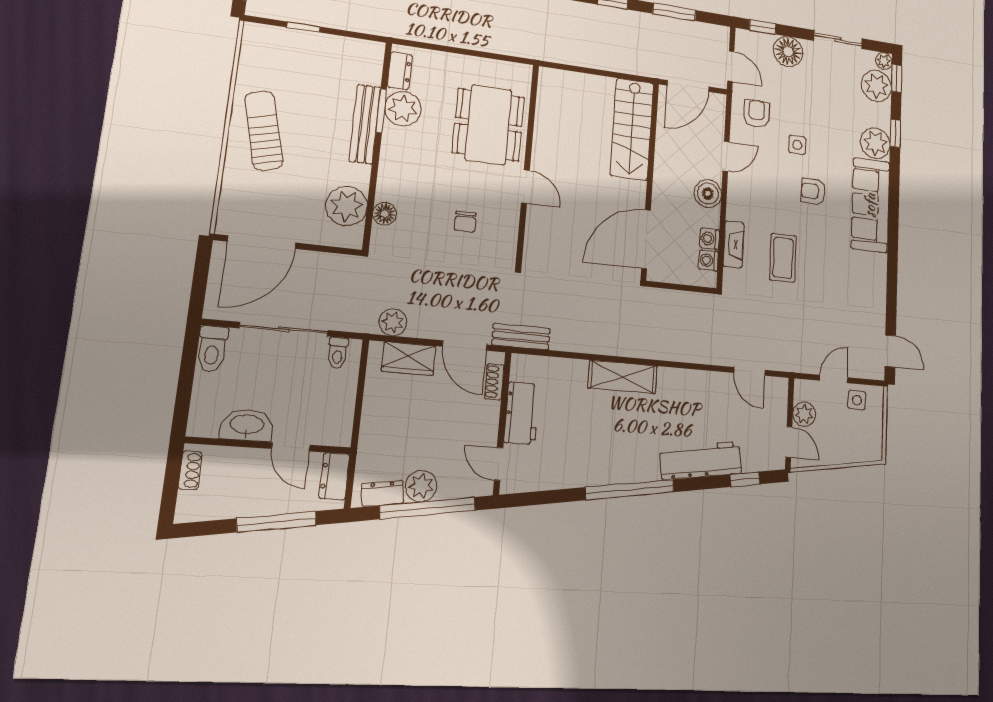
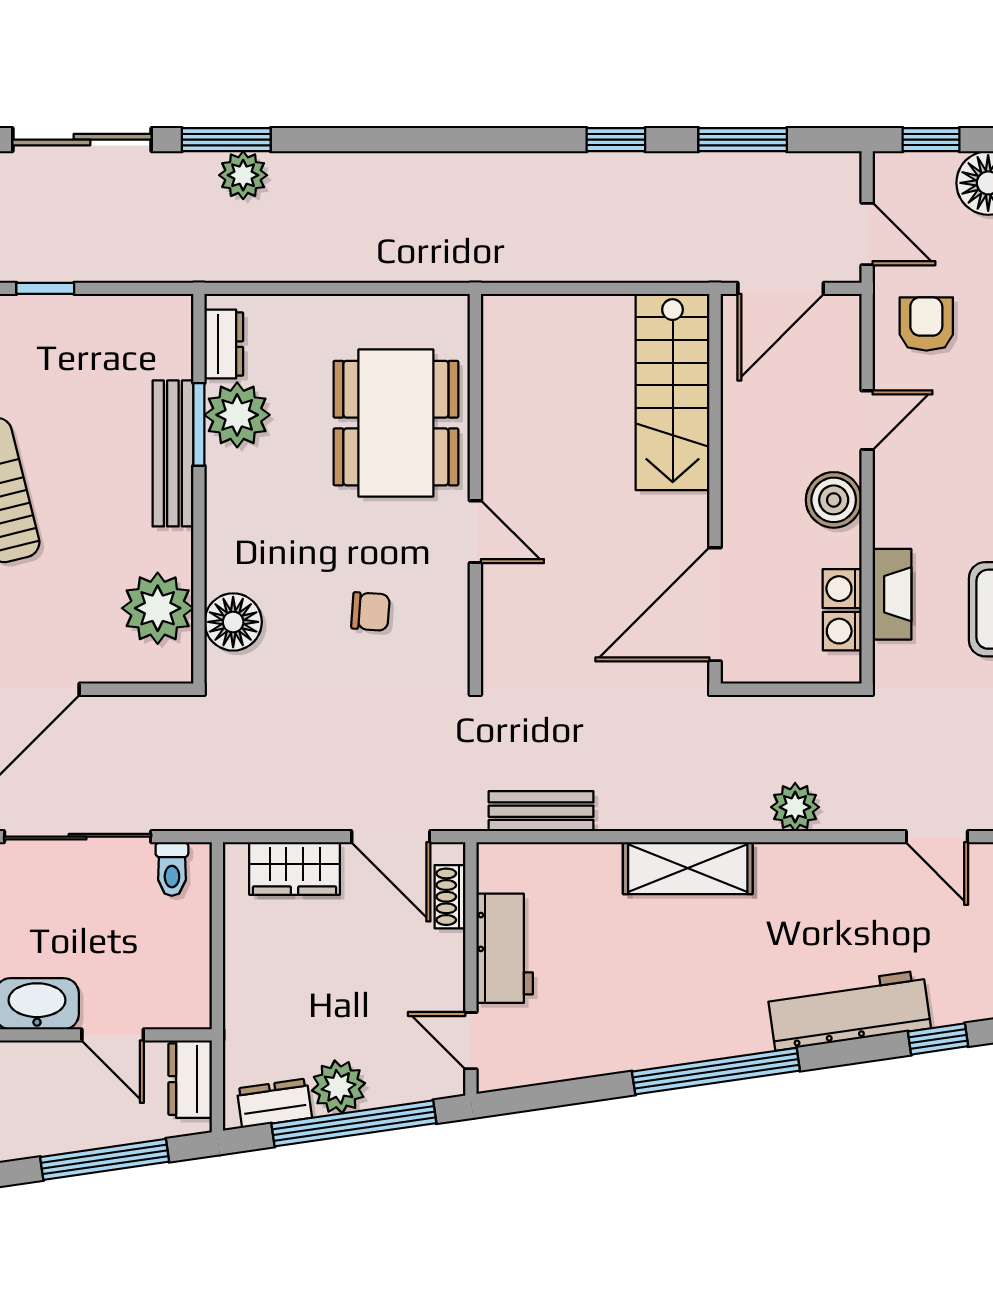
floor lamp: (385, 214) -> (233, 622), width x1.38, depth x1.38
chair: (465, 222) -> (370, 611), turned -86
plant: (393, 322) -> (795, 807), moved
bench: (521, 337) -> (541, 811), moved

